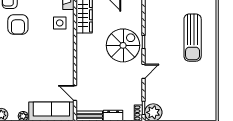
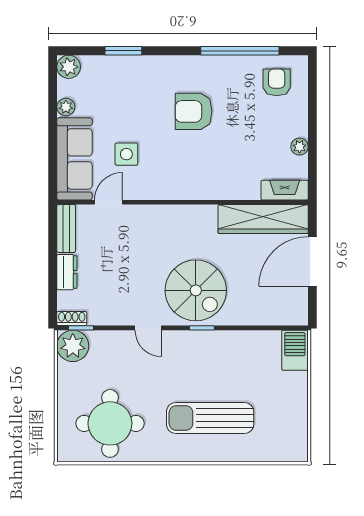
side table: (60, 23) -> (126, 154), moved
armchair: (18, 25) -> (194, 111), moved
round table: (195, 92) -> (110, 423), added

